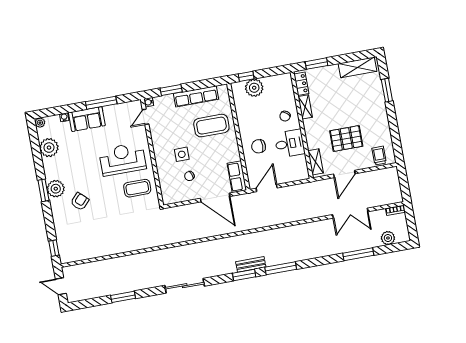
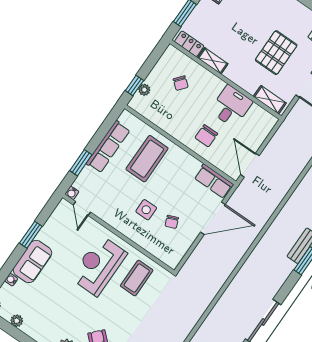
plant: (254, 88) -> (144, 90), width x0.53, depth x0.53
window: (101, 103) -> (31, 235), width x0.69
chair: (285, 116) -> (181, 83), moved
plant: (49, 148) -> (17, 321), width x0.53, depth x0.53

